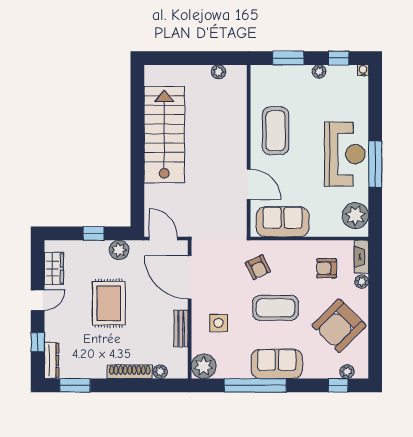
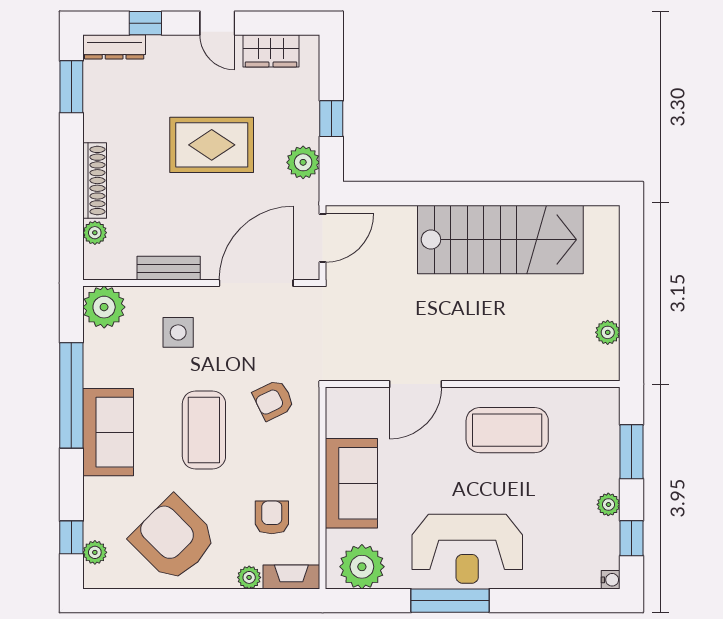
sofa: (283, 222) -> (351, 483), moved

